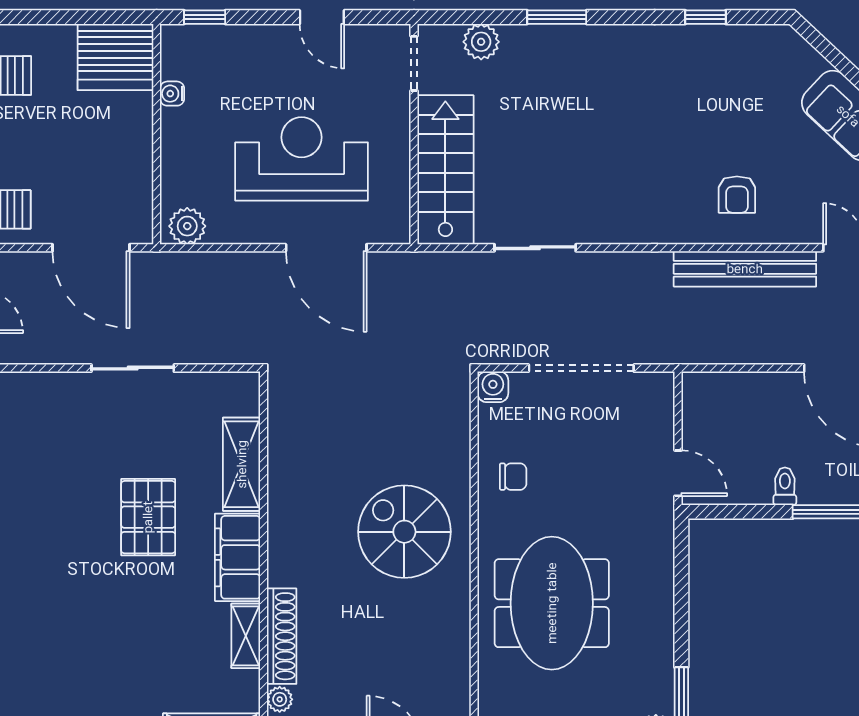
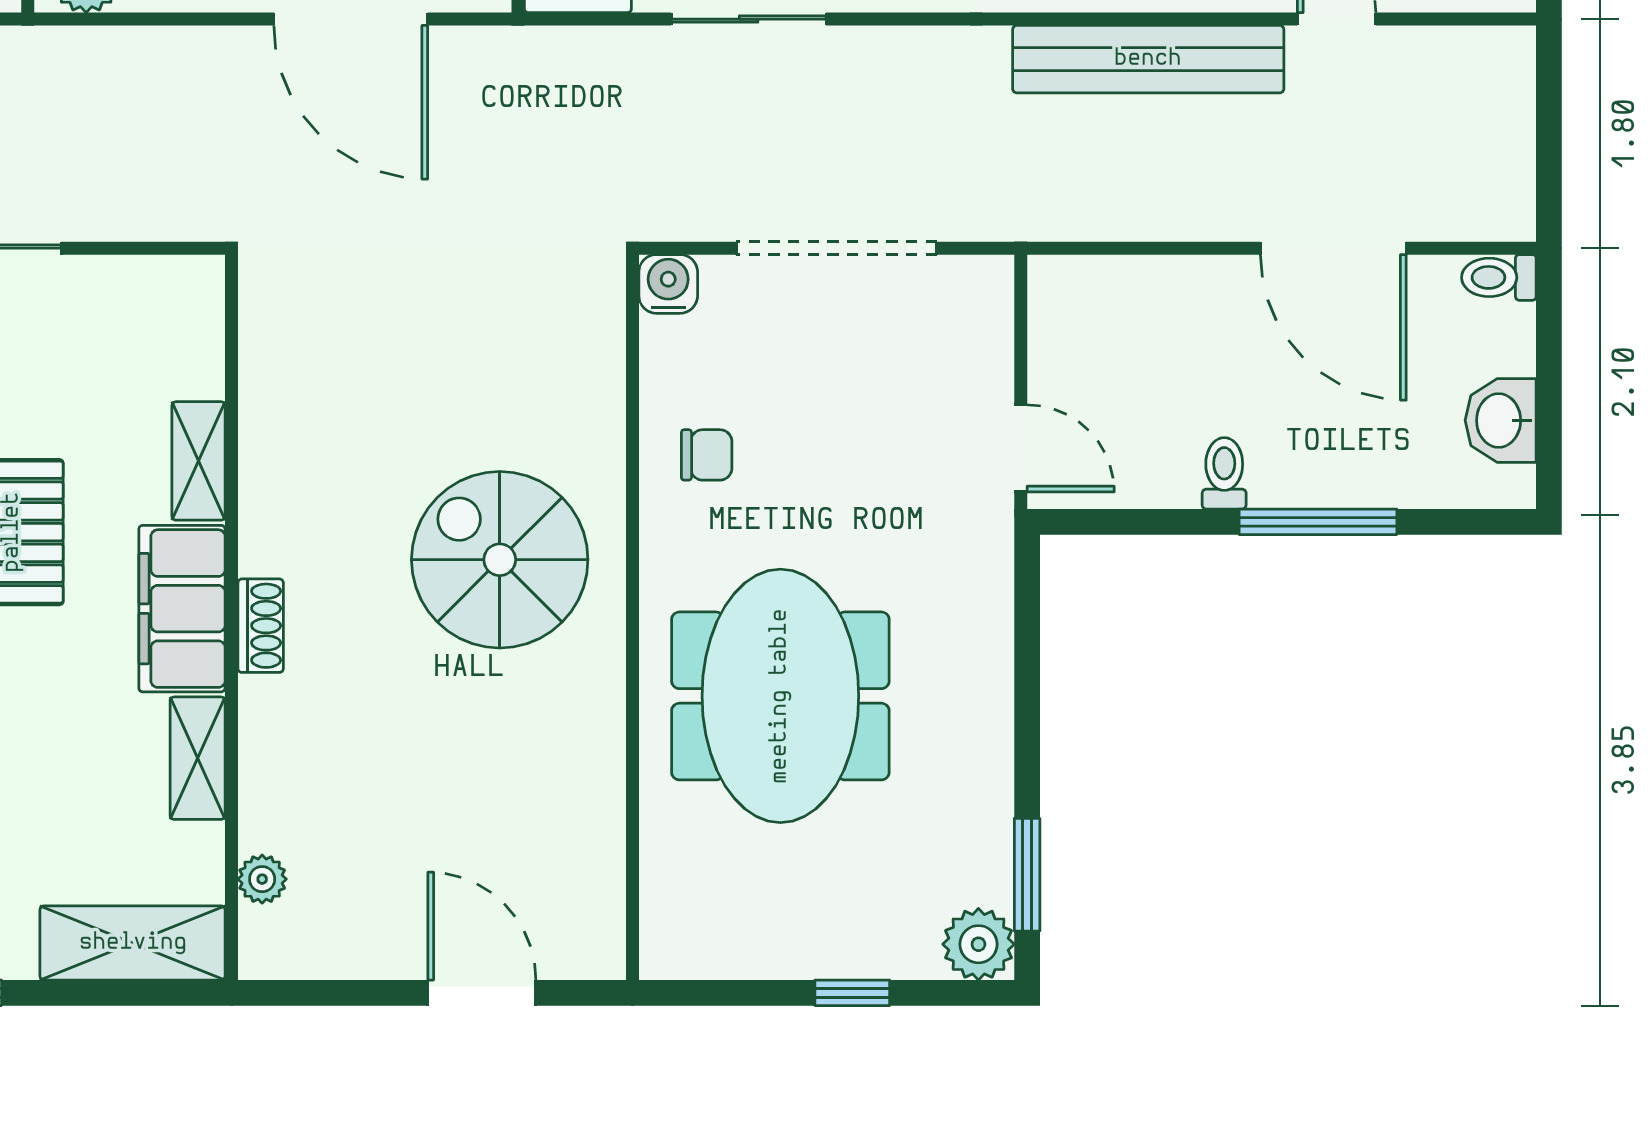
shelving: (242, 464) -> (199, 461), width x0.67, depth x0.75
shoe rack: (282, 636) -> (261, 626), moved, width x0.51, depth x0.81

